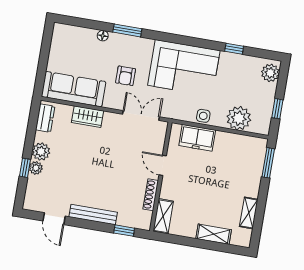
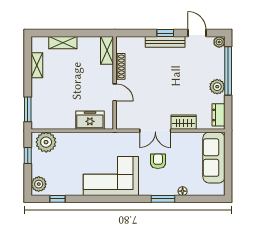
window: (234, 49) -> (58, 199), moved
sofa: (73, 89) -> (214, 158), moved, turned 90
double door: (141, 115) -> (155, 131), moved
side table: (203, 116) -> (88, 139), removed
plant: (239, 118) -> (46, 142), moved
window: (25, 168) -> (228, 71), width x3.17
plant: (36, 168) -> (219, 42), moved
window: (124, 231) -> (165, 33), moved

